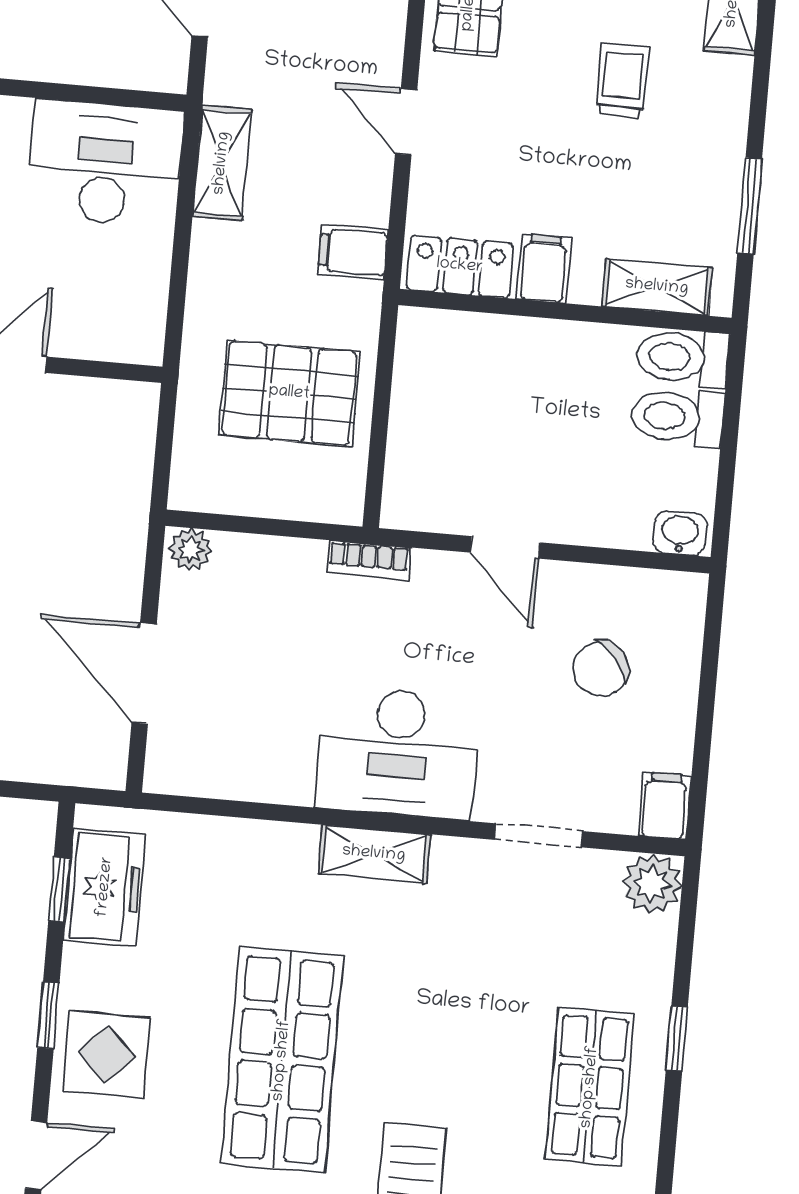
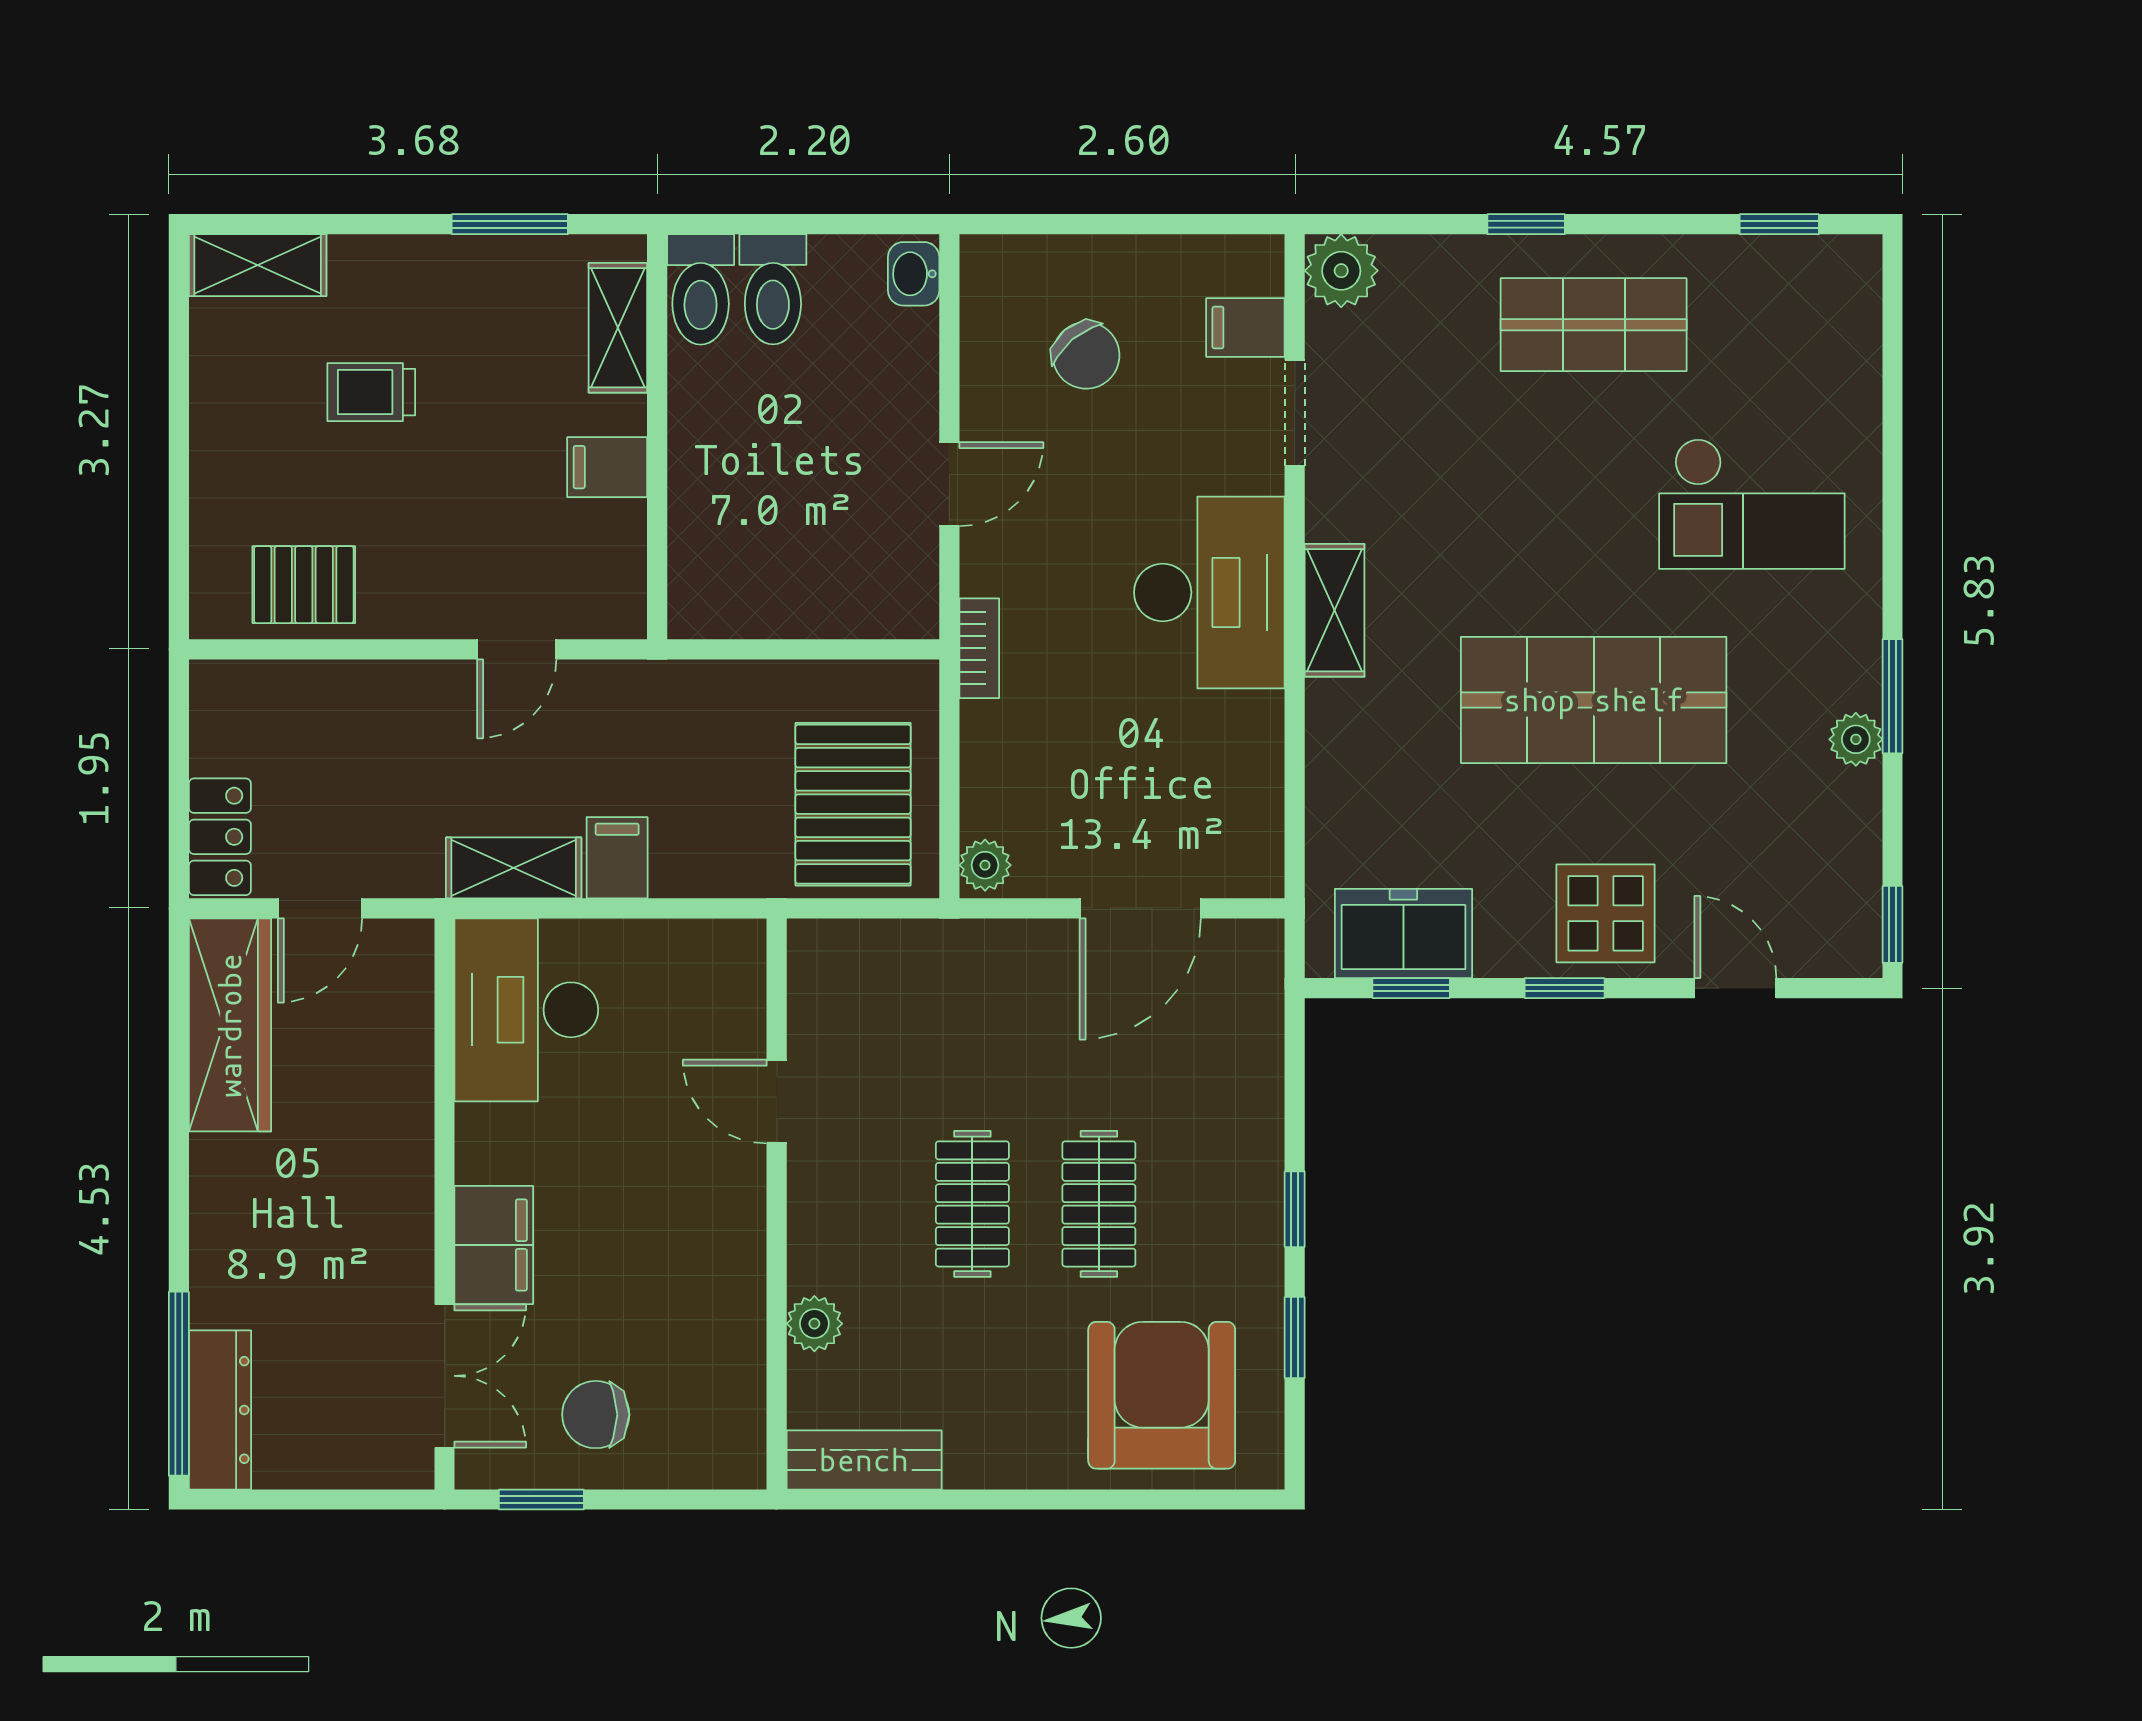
door: (406, 122) -> (517, 649), moved
filing cabinet: (353, 252) -> (617, 858), moved, turned 180
locker: (460, 266) -> (614, 569), removed
pallet: (289, 393) -> (853, 804), moved
filing cabinet: (665, 806) -> (1245, 328), moved

